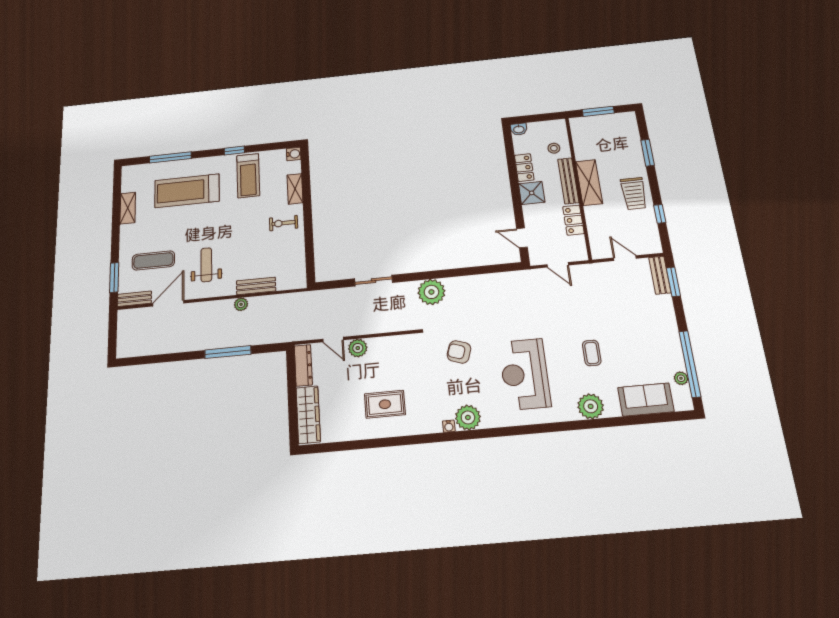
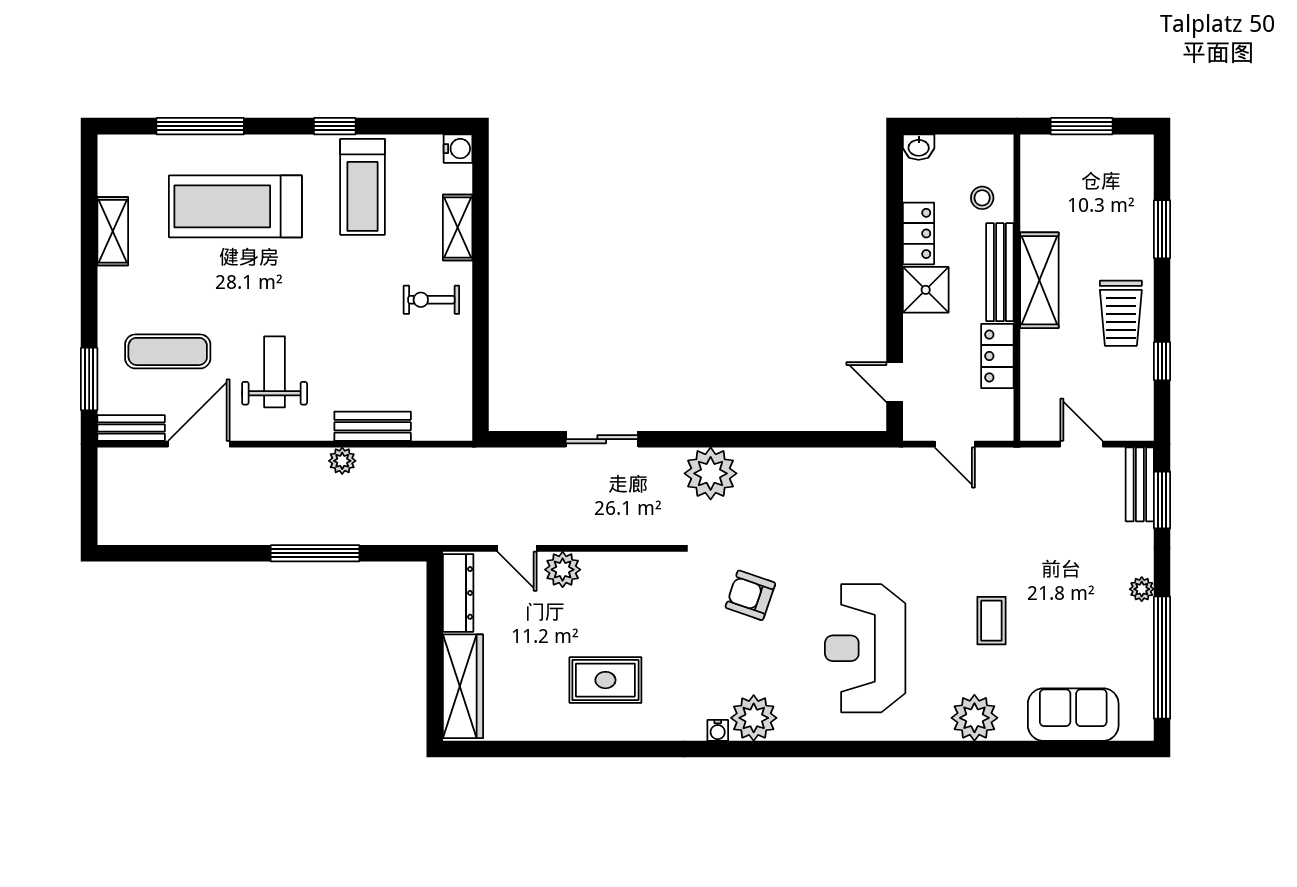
plant: (681, 378) -> (1142, 589), moved

